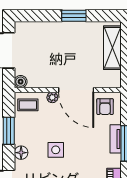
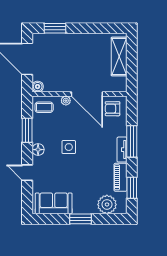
window: (74, 16) -> (55, 28), moved
armchair: (105, 107) -> (112, 109), turned 90
tv unit: (116, 139) -> (122, 150), moved

